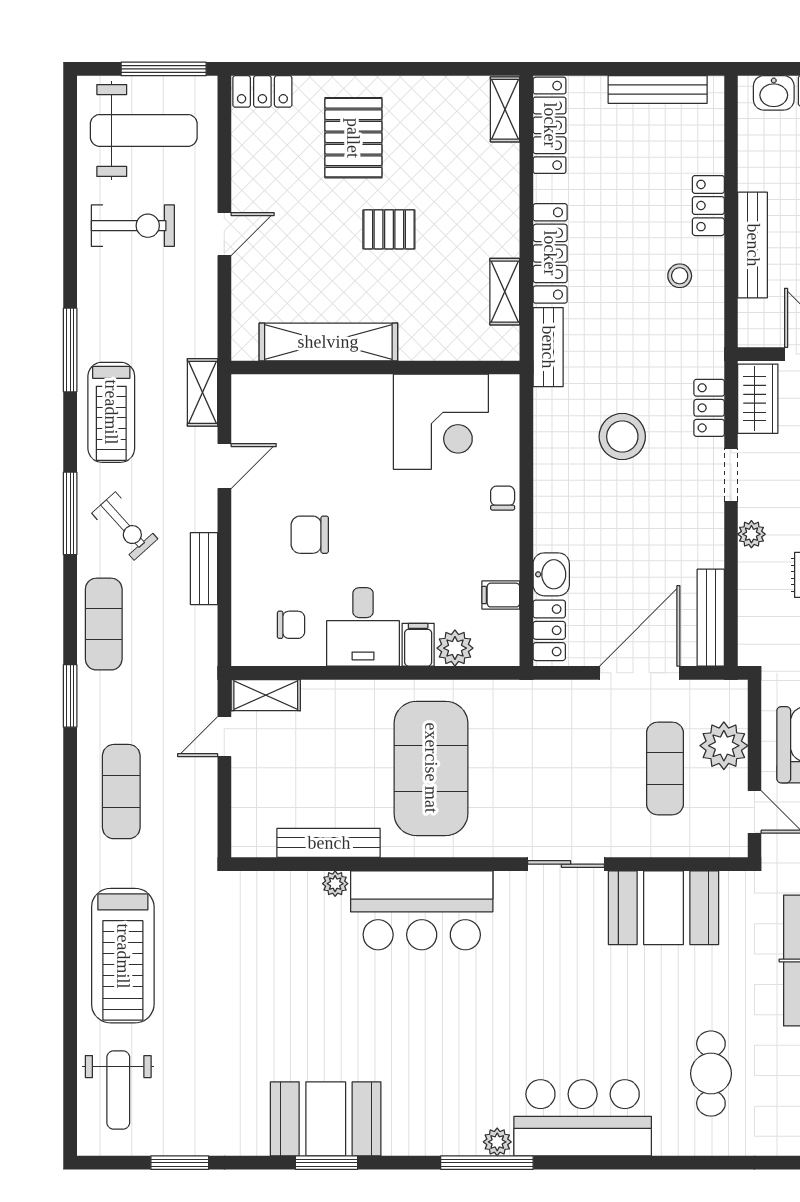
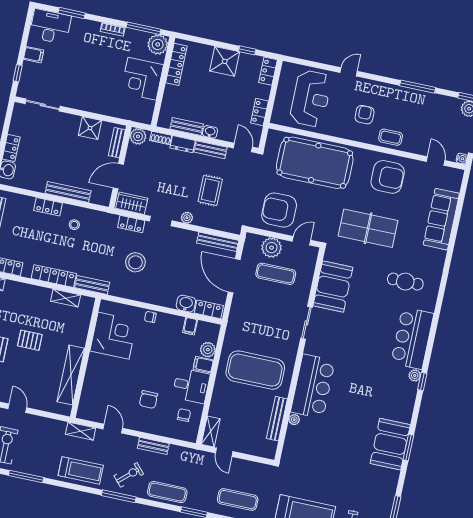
pallet: (389, 229) -> (30, 340), turned 90
window: (70, 350) -> (26, 477), moved
window: (487, 1163) -> (422, 382), width x0.46

